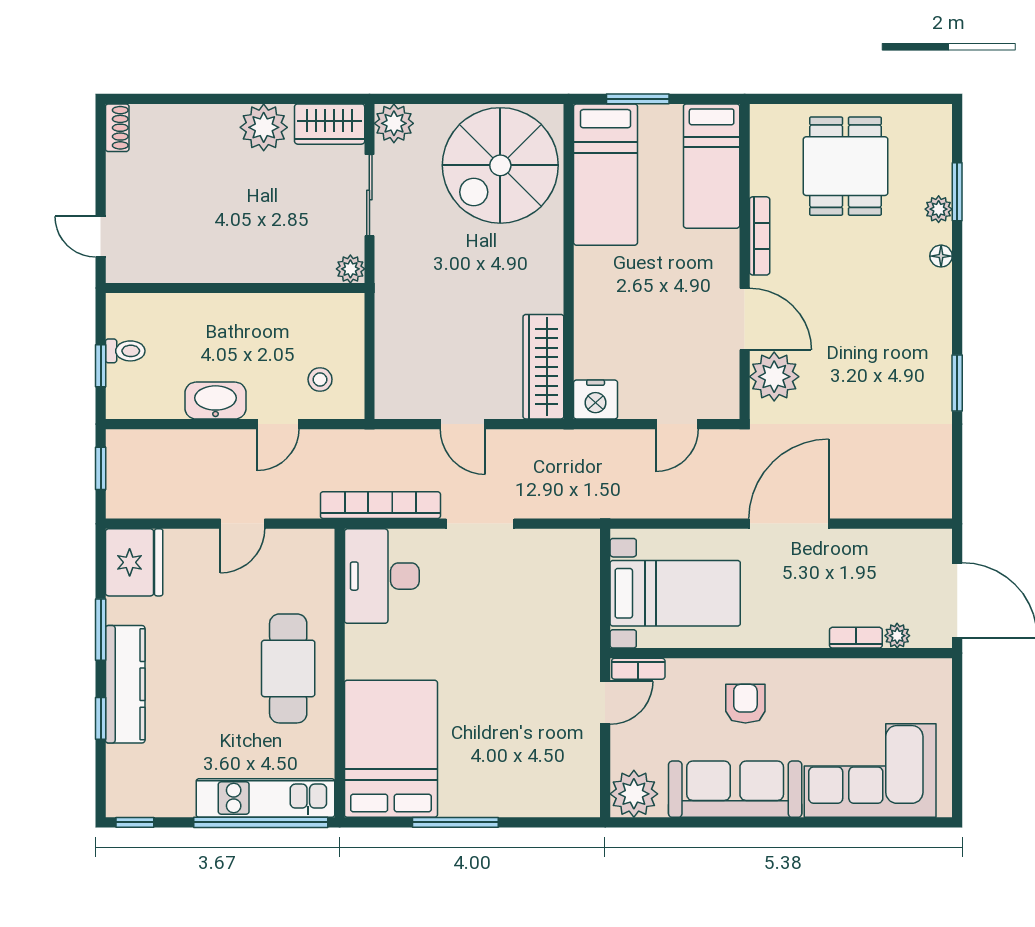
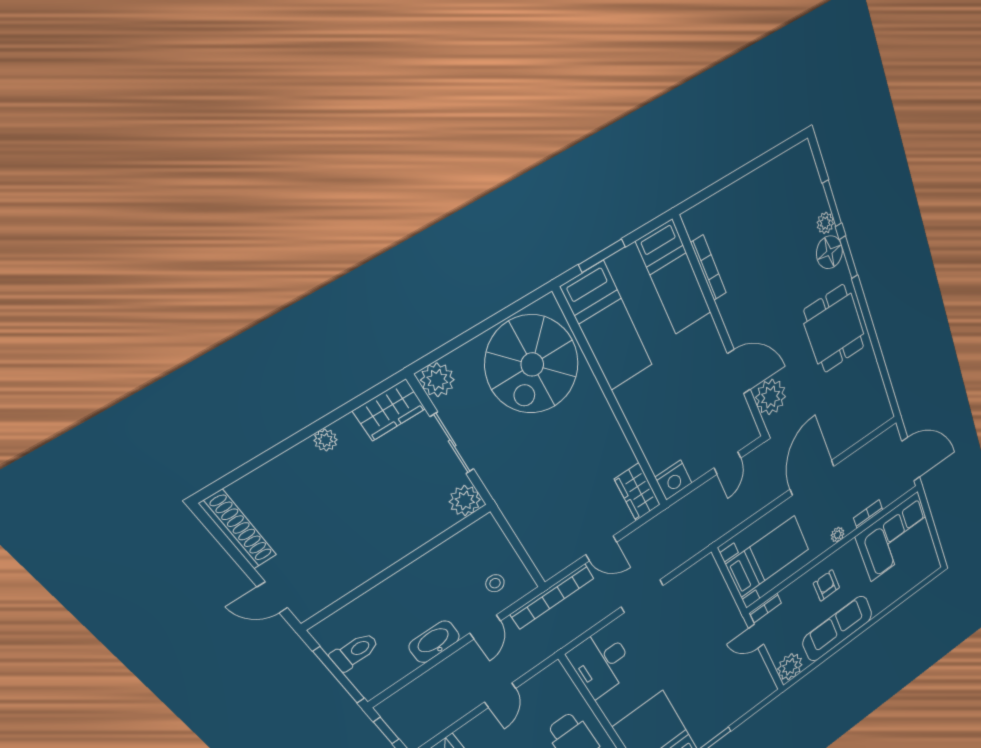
plant: (264, 127) -> (326, 440), width x0.53, depth x0.53
shoe rack: (117, 128) -> (238, 530), width x1.94, depth x1.24
dining table: (846, 166) -> (834, 329), moved
bookcase: (760, 236) -> (709, 268), moved
floor lamp: (941, 256) -> (829, 252), width x1.89, depth x1.89
plant: (350, 269) -> (465, 501), width x1.38, depth x1.38
toilet: (125, 351) -> (355, 652), width x1.37, depth x1.39
window: (101, 366) -> (339, 675), width x2.17
wardrobe: (543, 367) -> (638, 492), width x0.67
window: (957, 383) -> (849, 257), moved
bookcase: (380, 505) -> (552, 596), moved, turned 180
plant: (897, 636) -> (838, 535), moved
door: (605, 703) -> (756, 636), swing flipped
corner sofa: (870, 771) -> (894, 537), moved, turned 180

